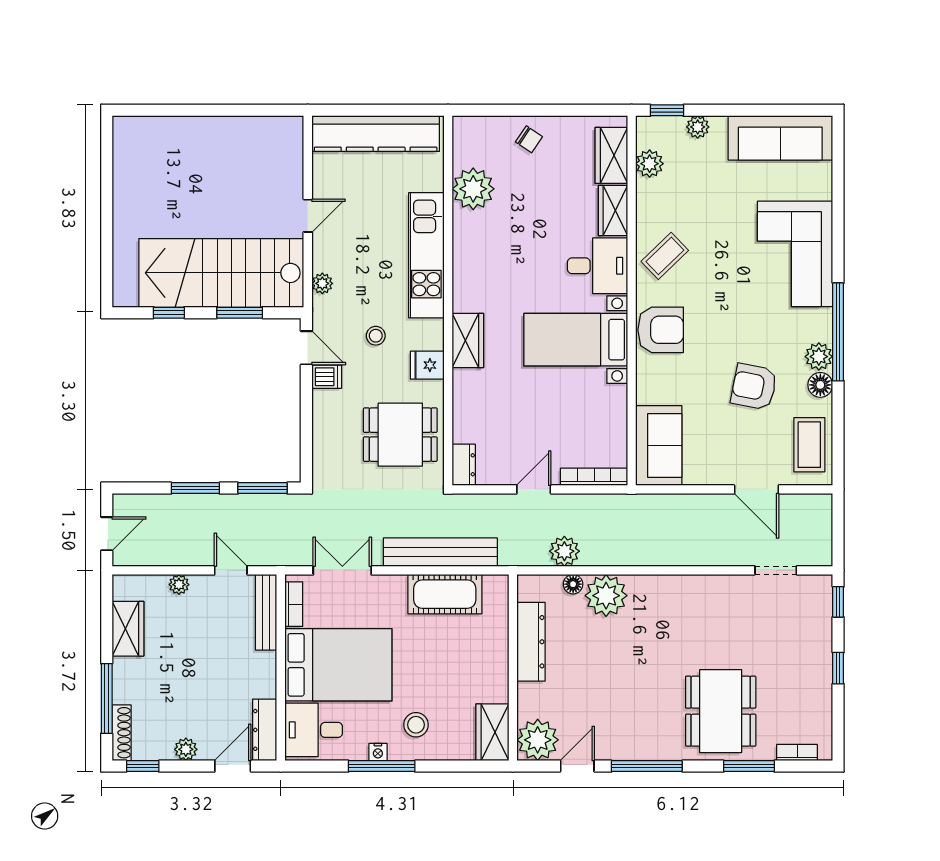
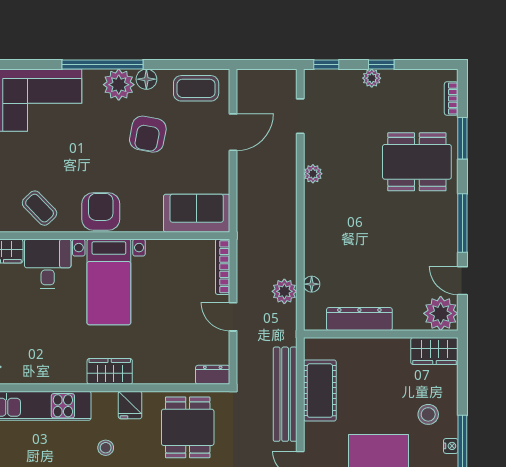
plant: (819, 357) -> (119, 85), width x1.36, depth x1.36
plant: (606, 596) -> (313, 174), moved, width x0.53, depth x0.53
plant: (821, 657) -> (372, 78), added

